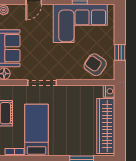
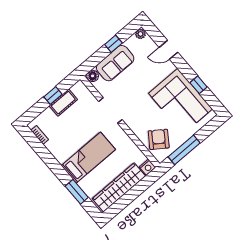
window: (120, 52) -> (184, 150), width x2.17
bed: (37, 130) -> (88, 158), moved

